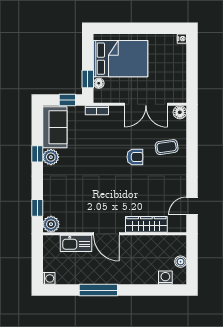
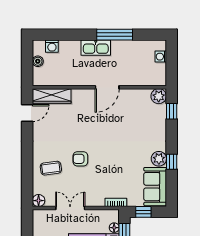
double door: (146, 104) -> (70, 208), width x0.73
wardrobe: (146, 224) -> (52, 96), moved
door: (106, 234) -> (107, 87), swing flipped
kitchen sink: (76, 243) -> (96, 48), moved, turned 180
washing machine: (49, 278) -> (161, 57), moved

